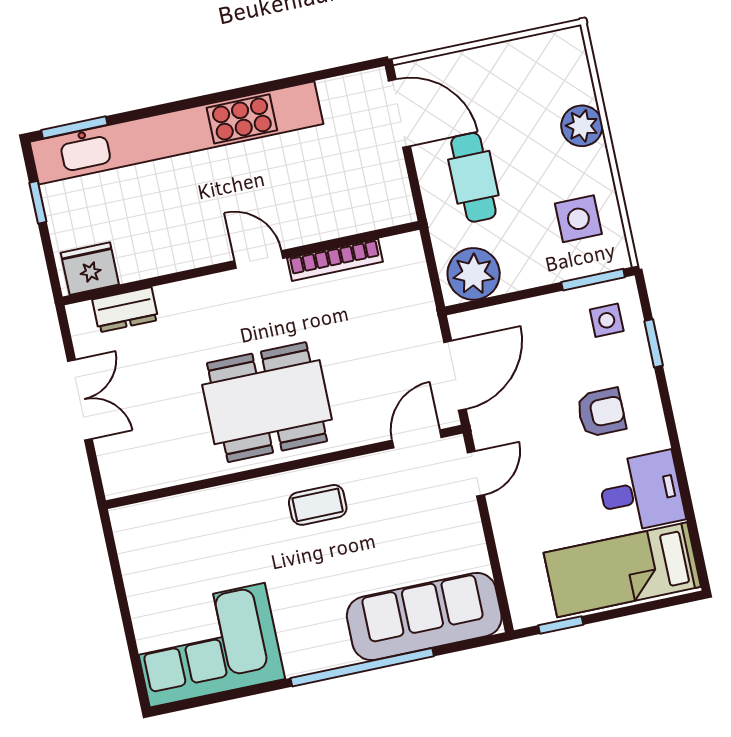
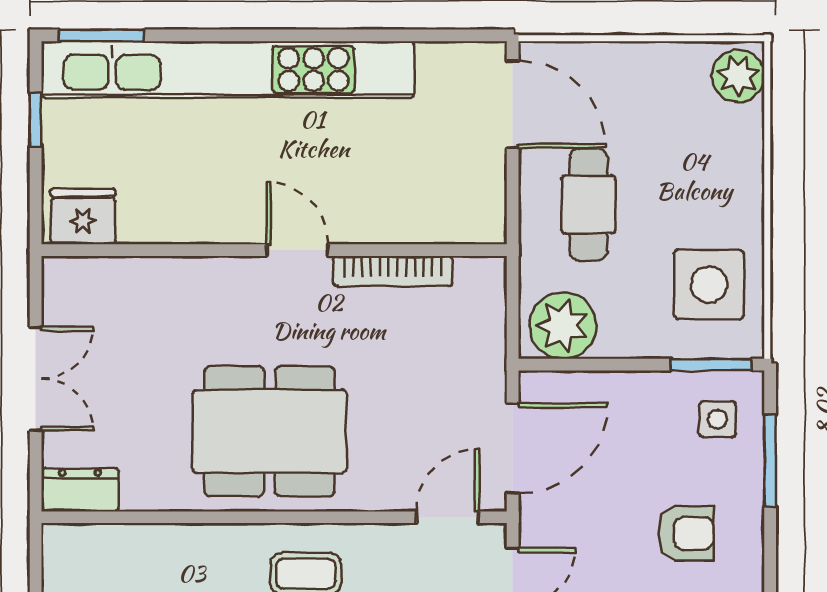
plant: (582, 126) -> (738, 76), moved
side table: (578, 219) -> (709, 284), width x1.37, depth x1.37
dresser: (125, 310) -> (80, 490), moved, turned 180
window: (654, 343) -> (770, 460), width x1.50

